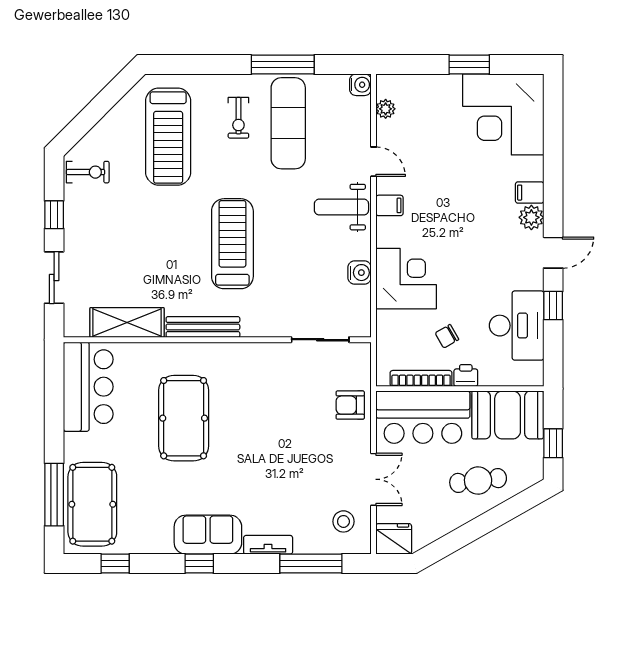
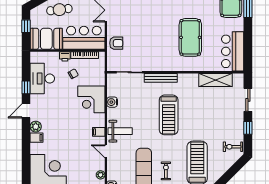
bench: (203, 327) -> (161, 78), moved

